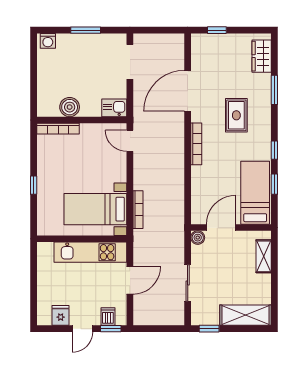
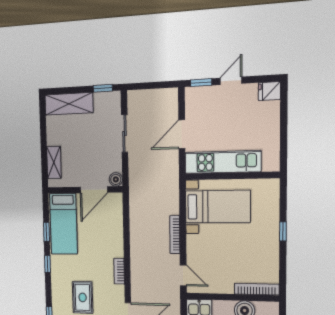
bookcase: (196, 144) -> (119, 271), width x0.64
bookcase: (138, 210) -> (175, 235), moved
fridge: (61, 315) -> (269, 91), moved, turned 90
dishwasher: (108, 317) -> (204, 95), removed

